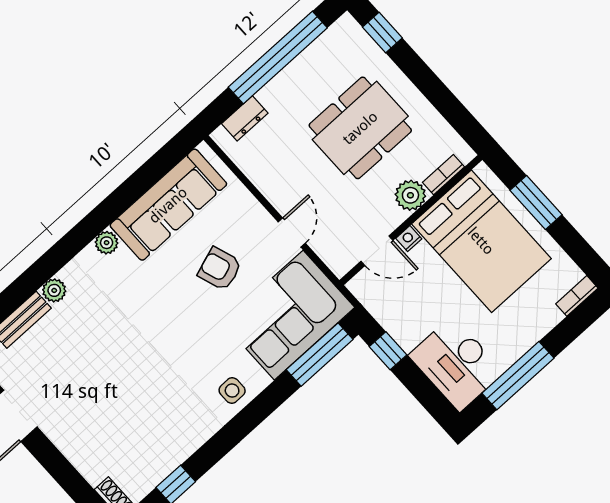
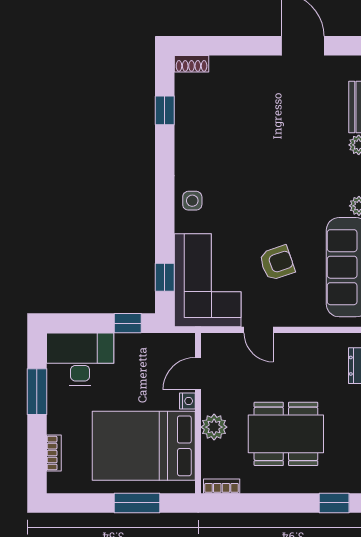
dining table: (360, 128) -> (286, 434), turned 90
bookcase: (444, 175) -> (222, 486), moved, turned -90
bookcase: (577, 296) -> (54, 453), moved
window: (320, 355) -> (165, 277), width x0.46
window: (518, 376) -> (37, 392), width x0.69

